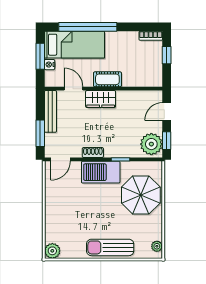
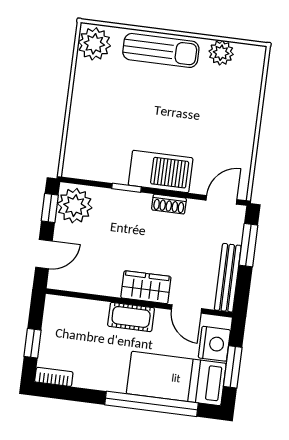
nightstand: (50, 65) -> (214, 344), width x1.89, depth x1.79
parasol: (141, 195) -> (102, 127), removed
plant: (157, 246) -> (94, 44), width x1.88, depth x1.88
plant: (52, 251) -> (221, 53), moved

